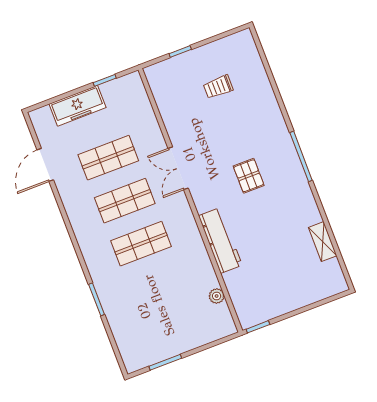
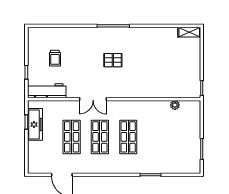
freezer: (78, 106) -> (35, 124), moved
workbench: (220, 240) -> (47, 91), moved
shelving: (323, 242) -> (189, 32), moved

